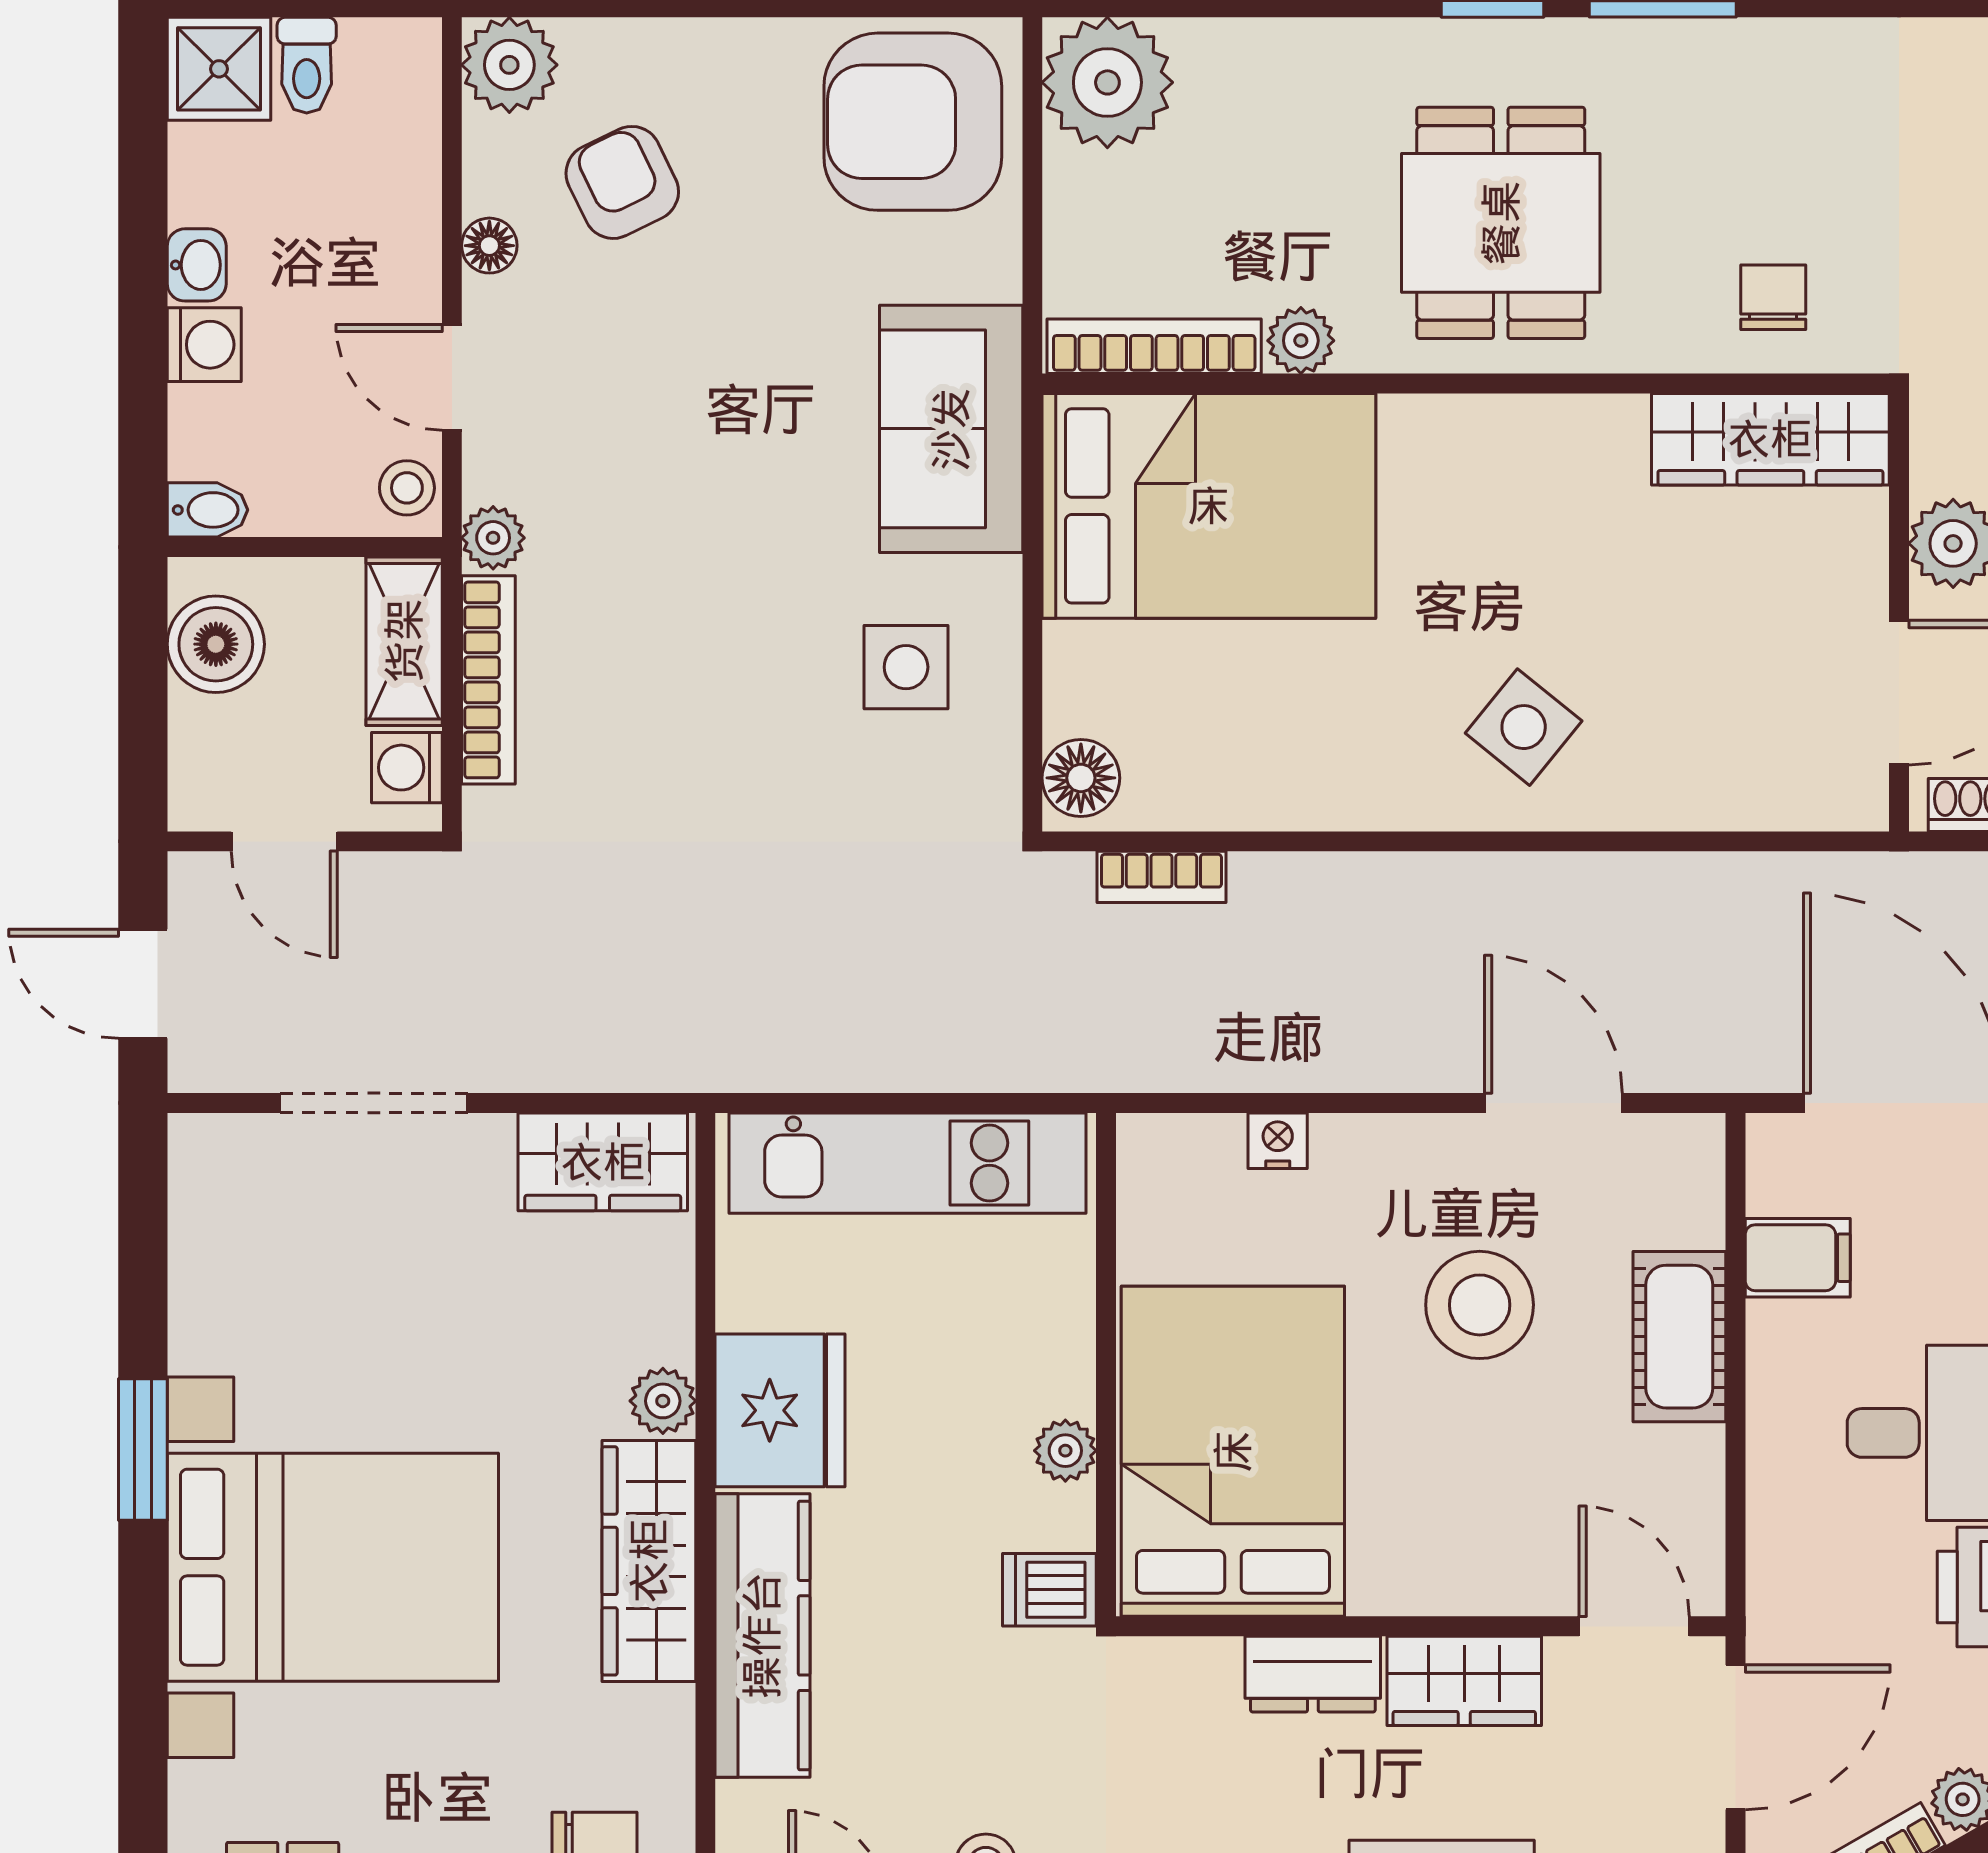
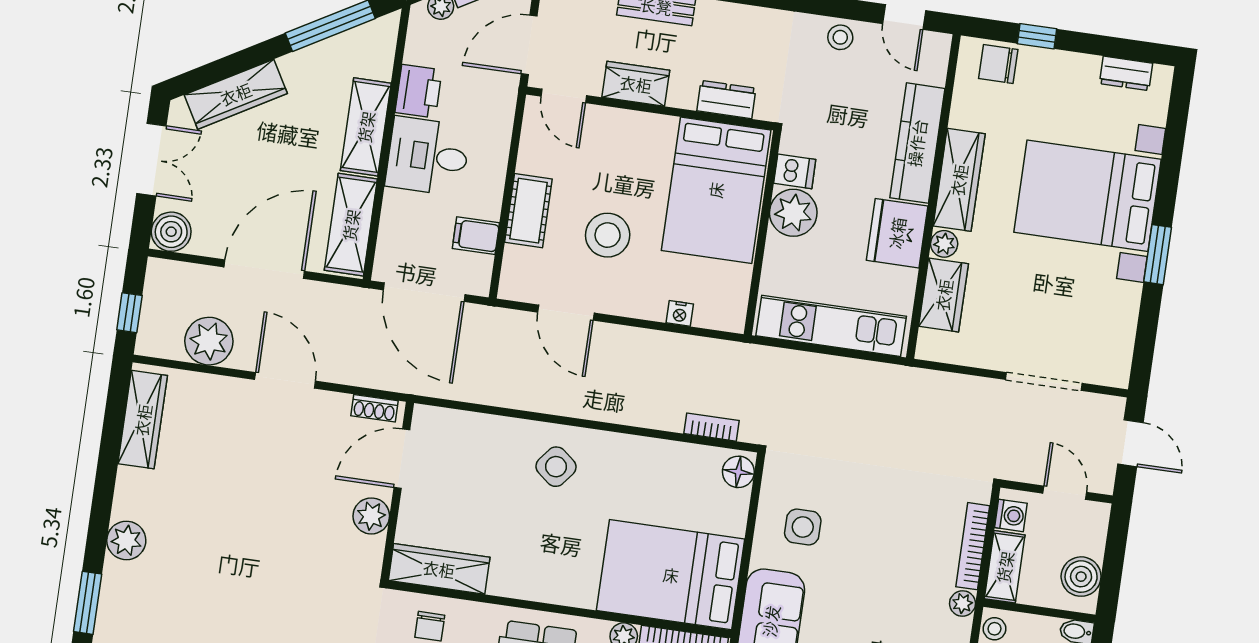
wardrobe: (603, 1162) -> (944, 295), moved, turned 90
plant: (1065, 1451) -> (793, 213), width x1.88, depth x1.88
dishwasher: (1049, 1590) -> (795, 171), moved
dresser: (1313, 1674) -> (726, 100), moved

